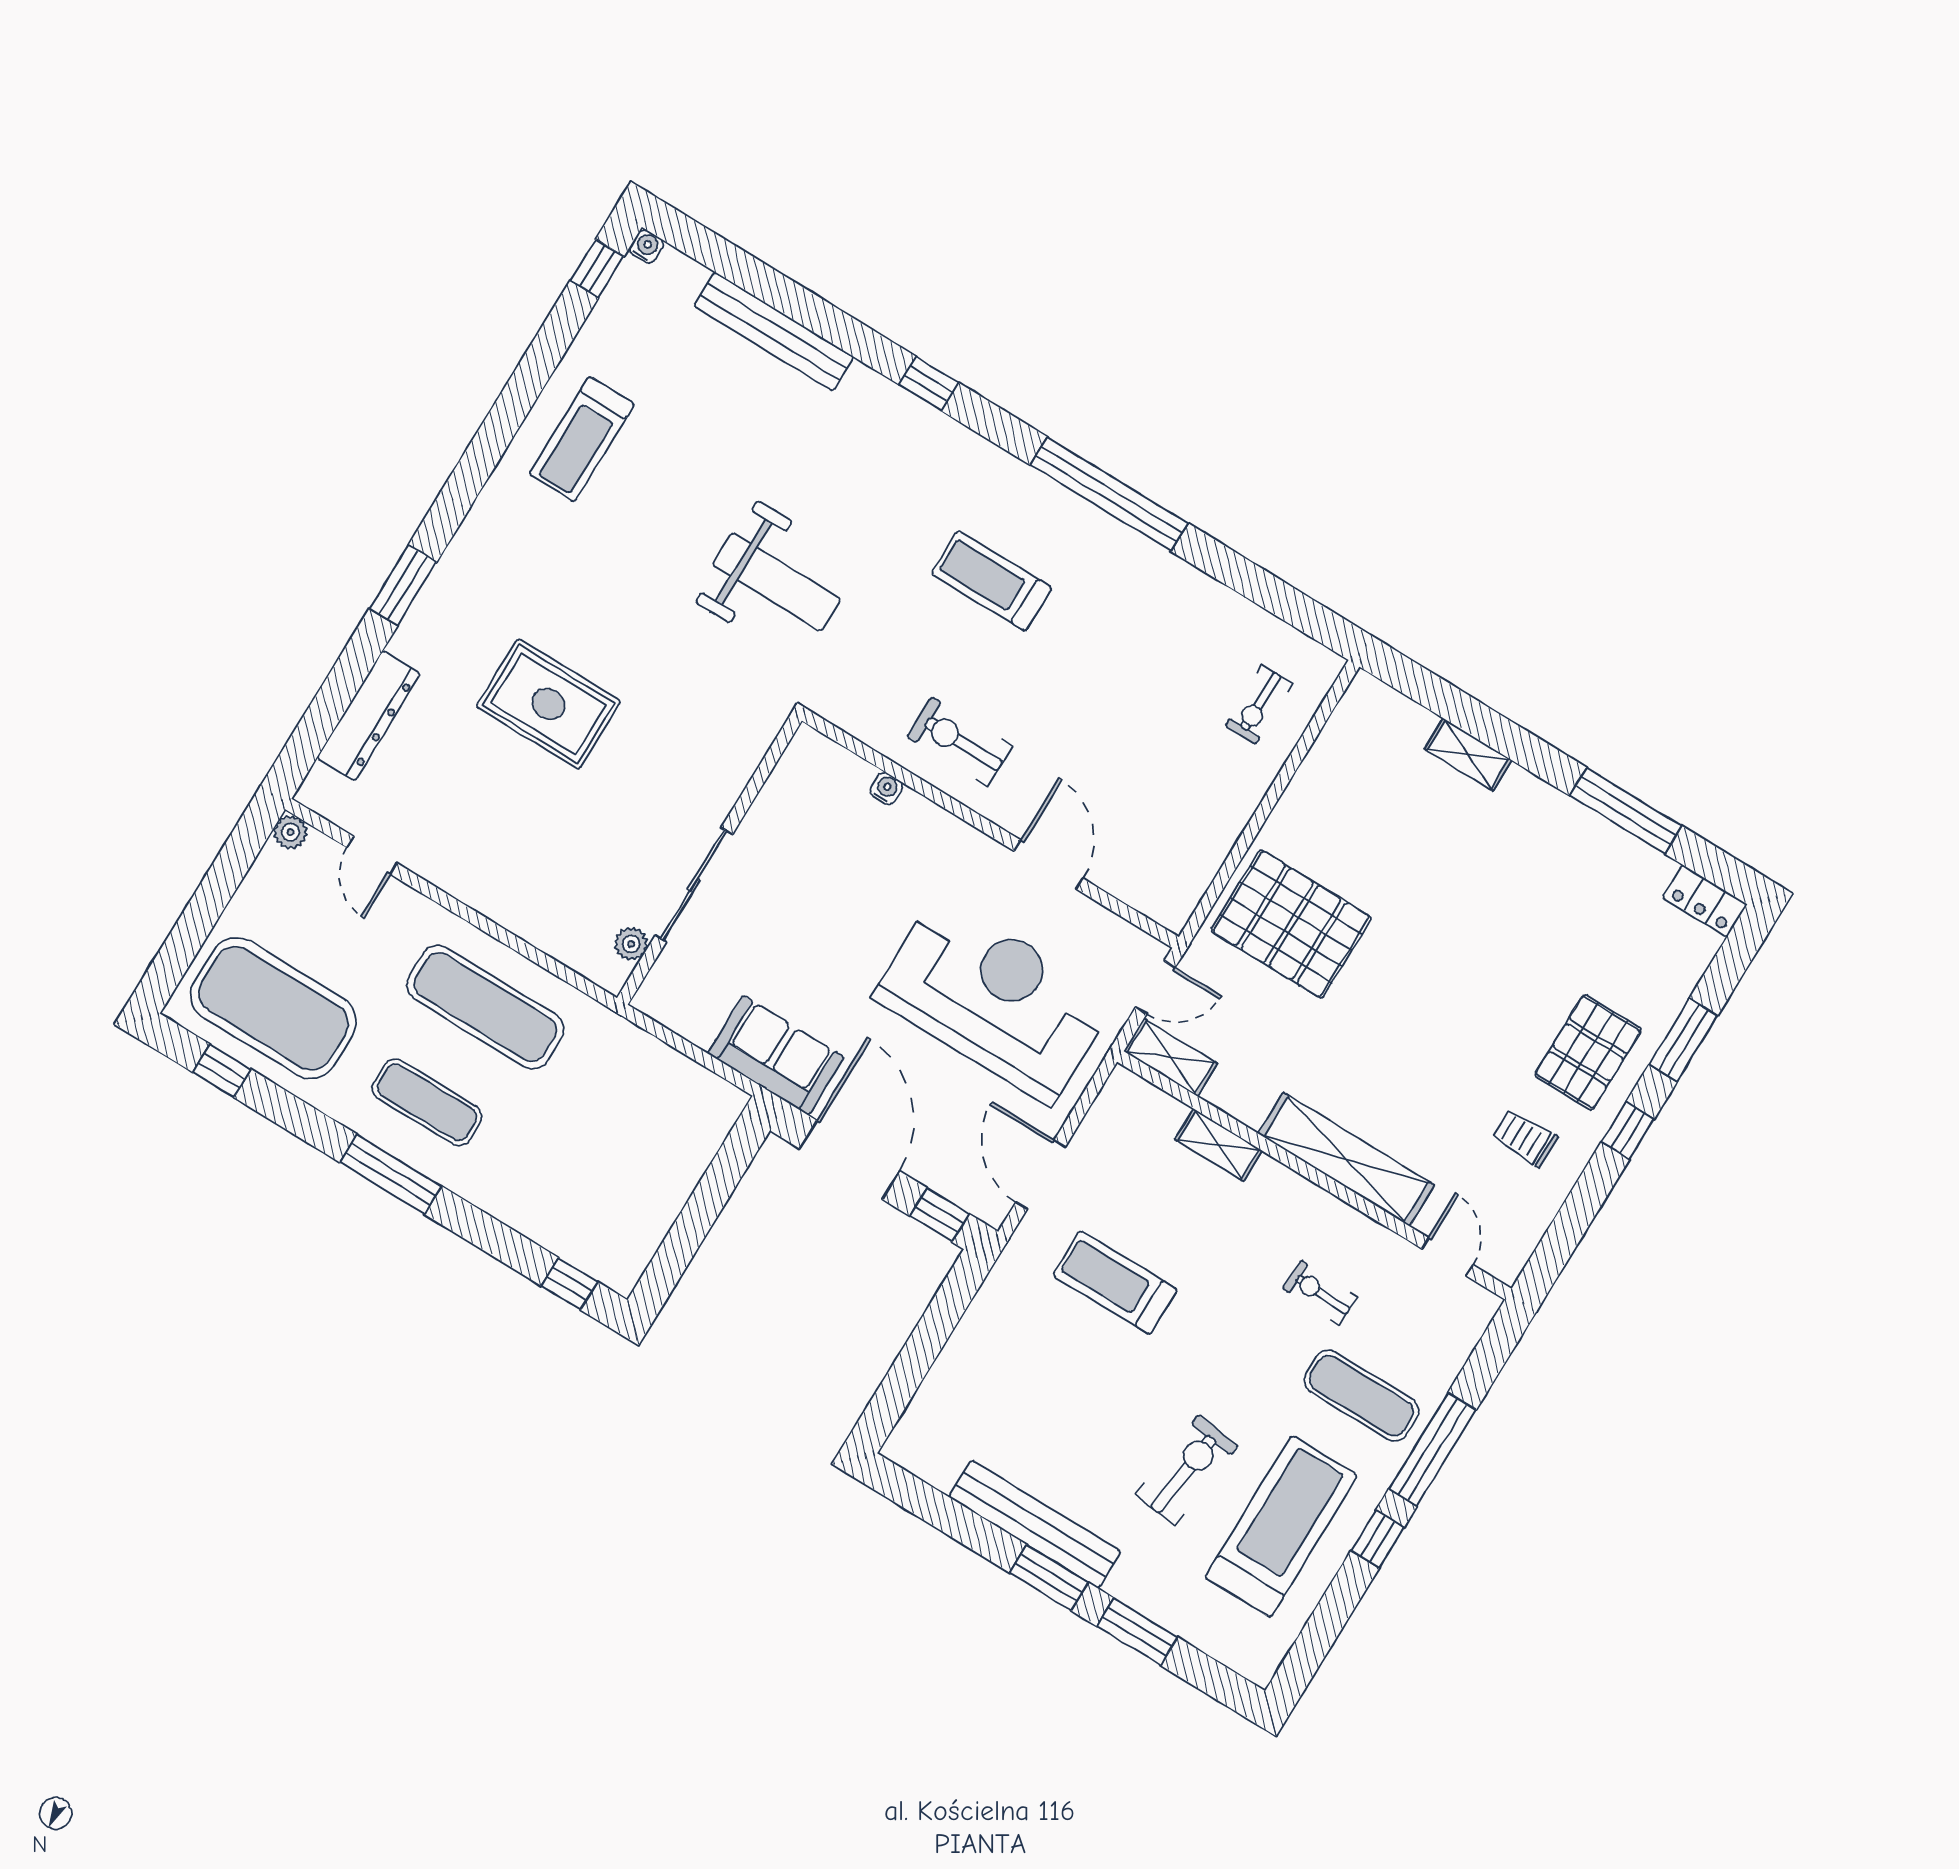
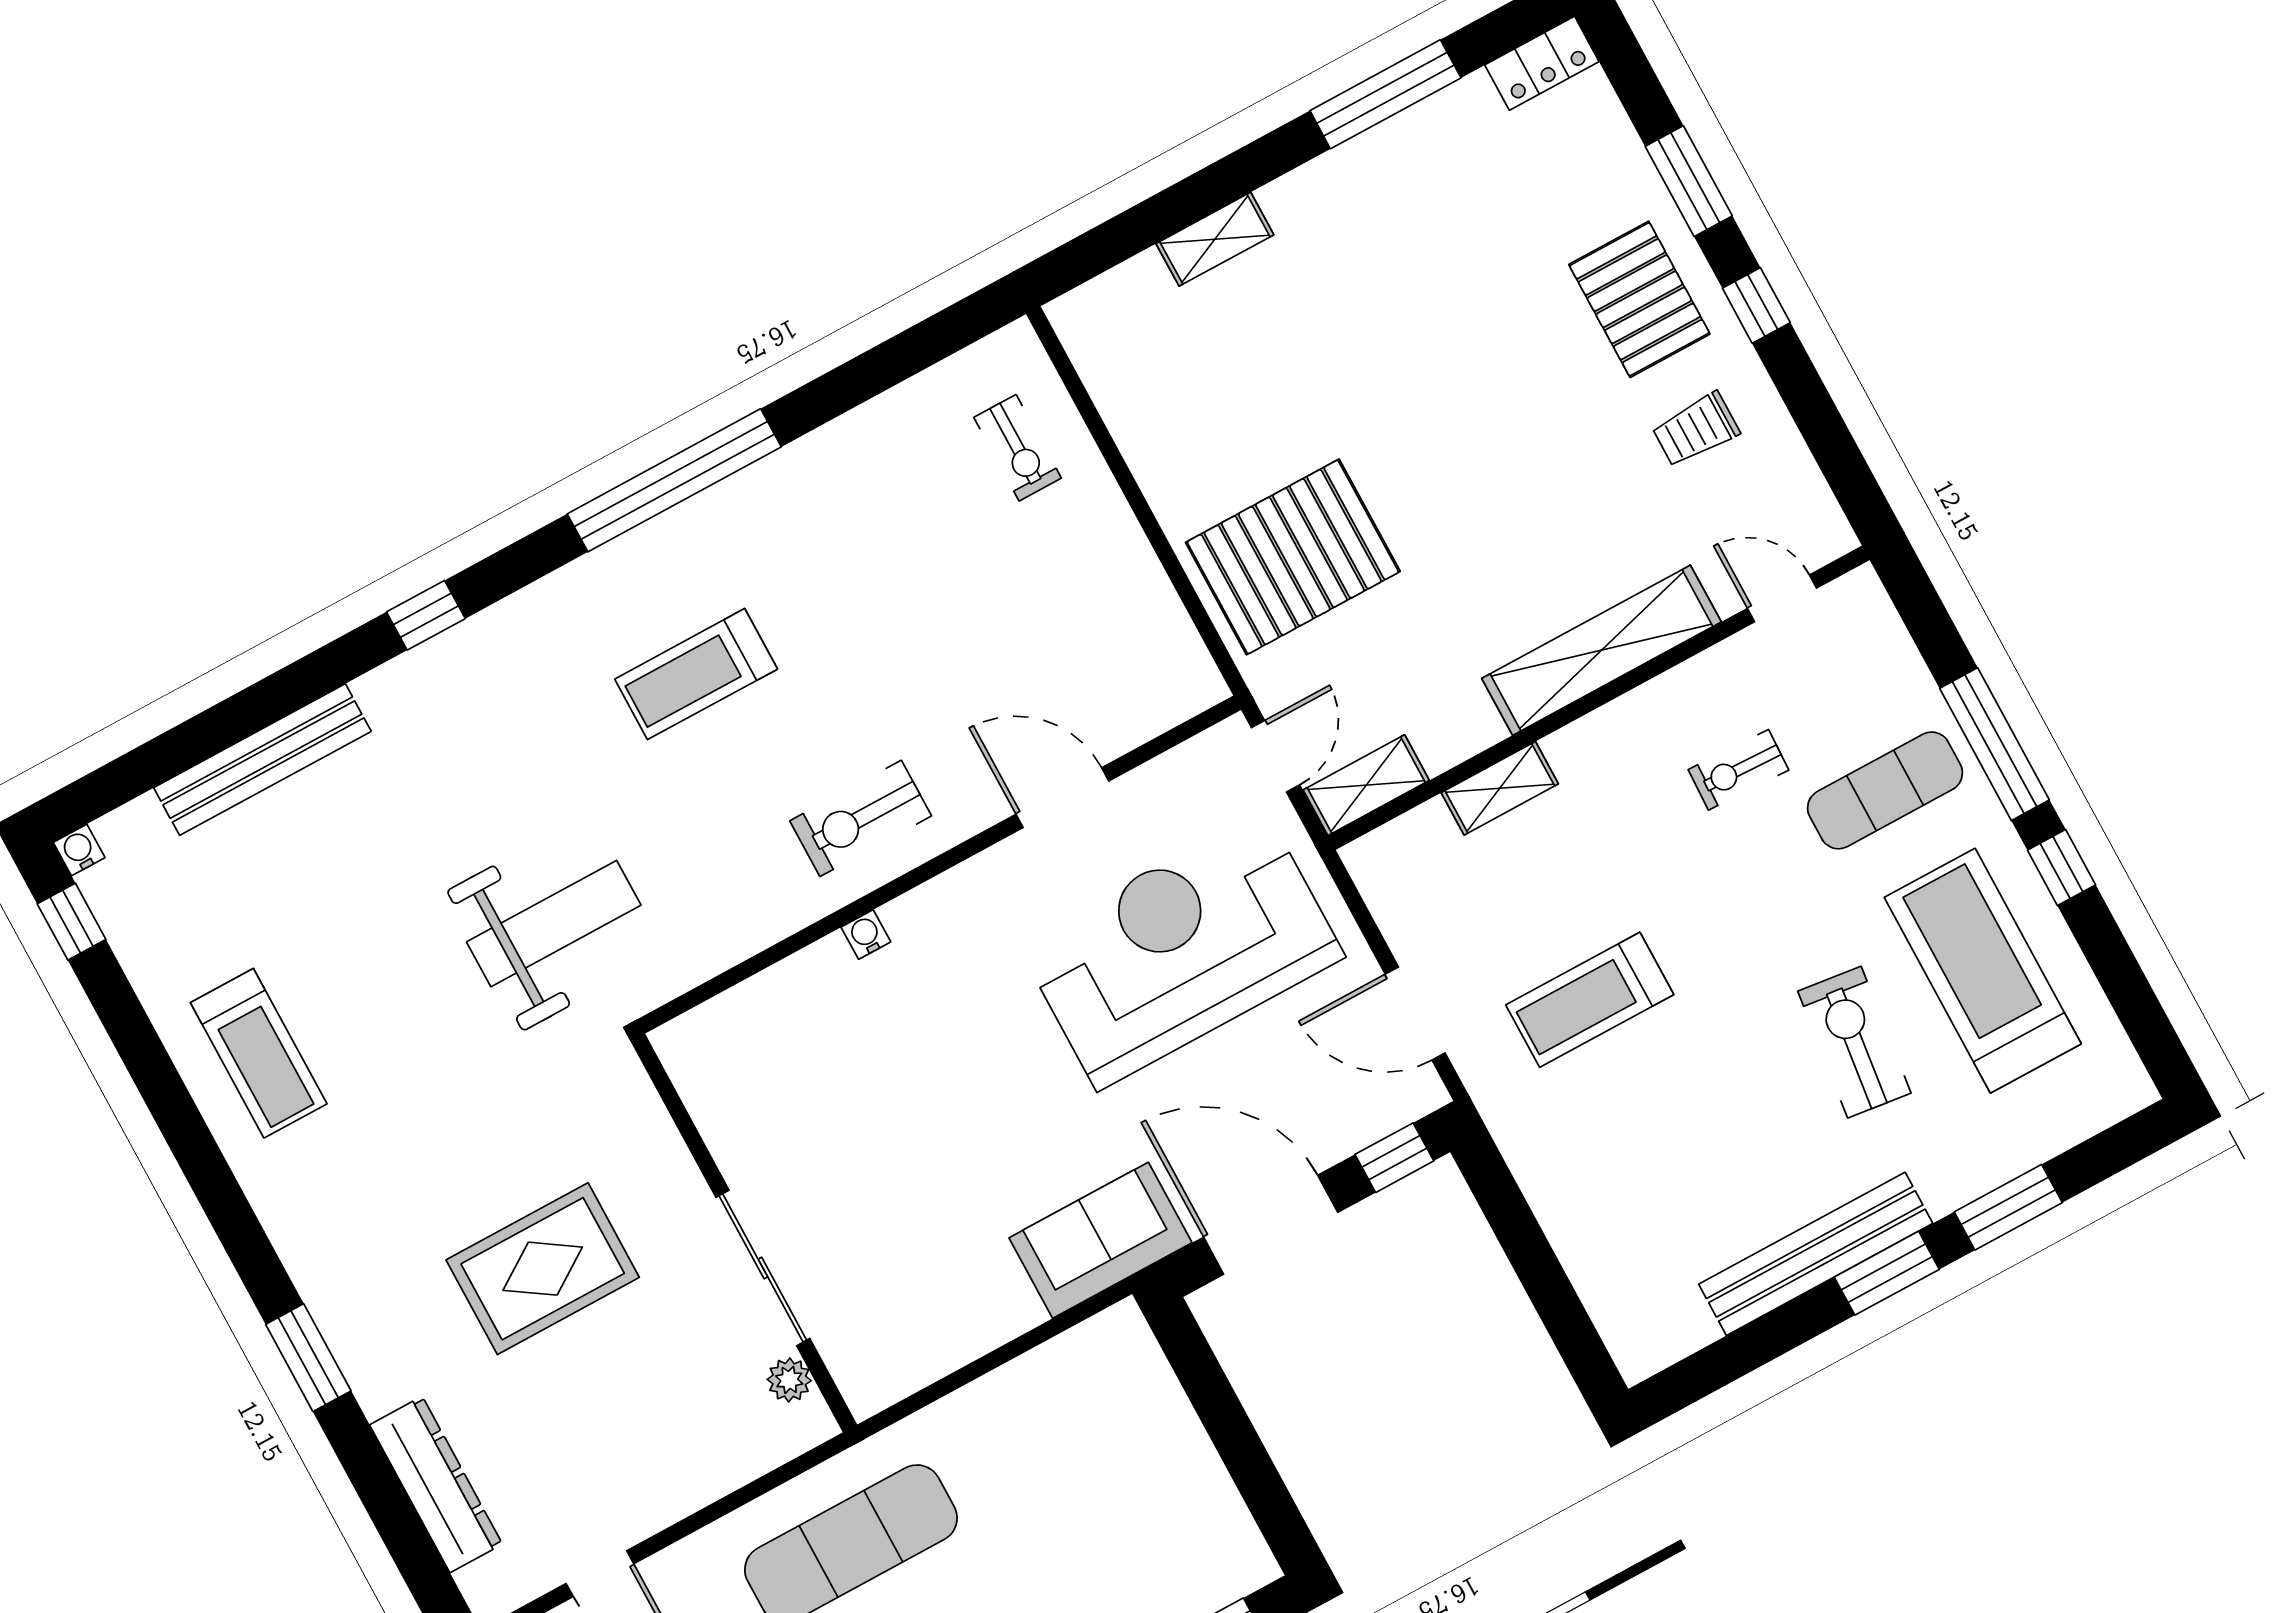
wall: (709, 859) -> (744, 1233), moved
sliding door: (694, 885) -> (763, 1268), moved
plant: (631, 944) -> (789, 1380), moved

